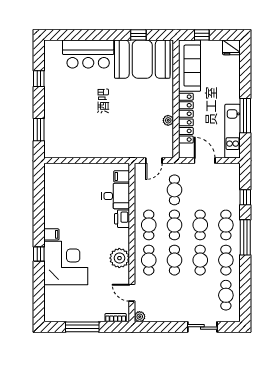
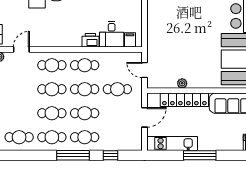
window: (245, 116) -> (200, 155), moved
plant: (119, 258) -> (54, 38), removed

